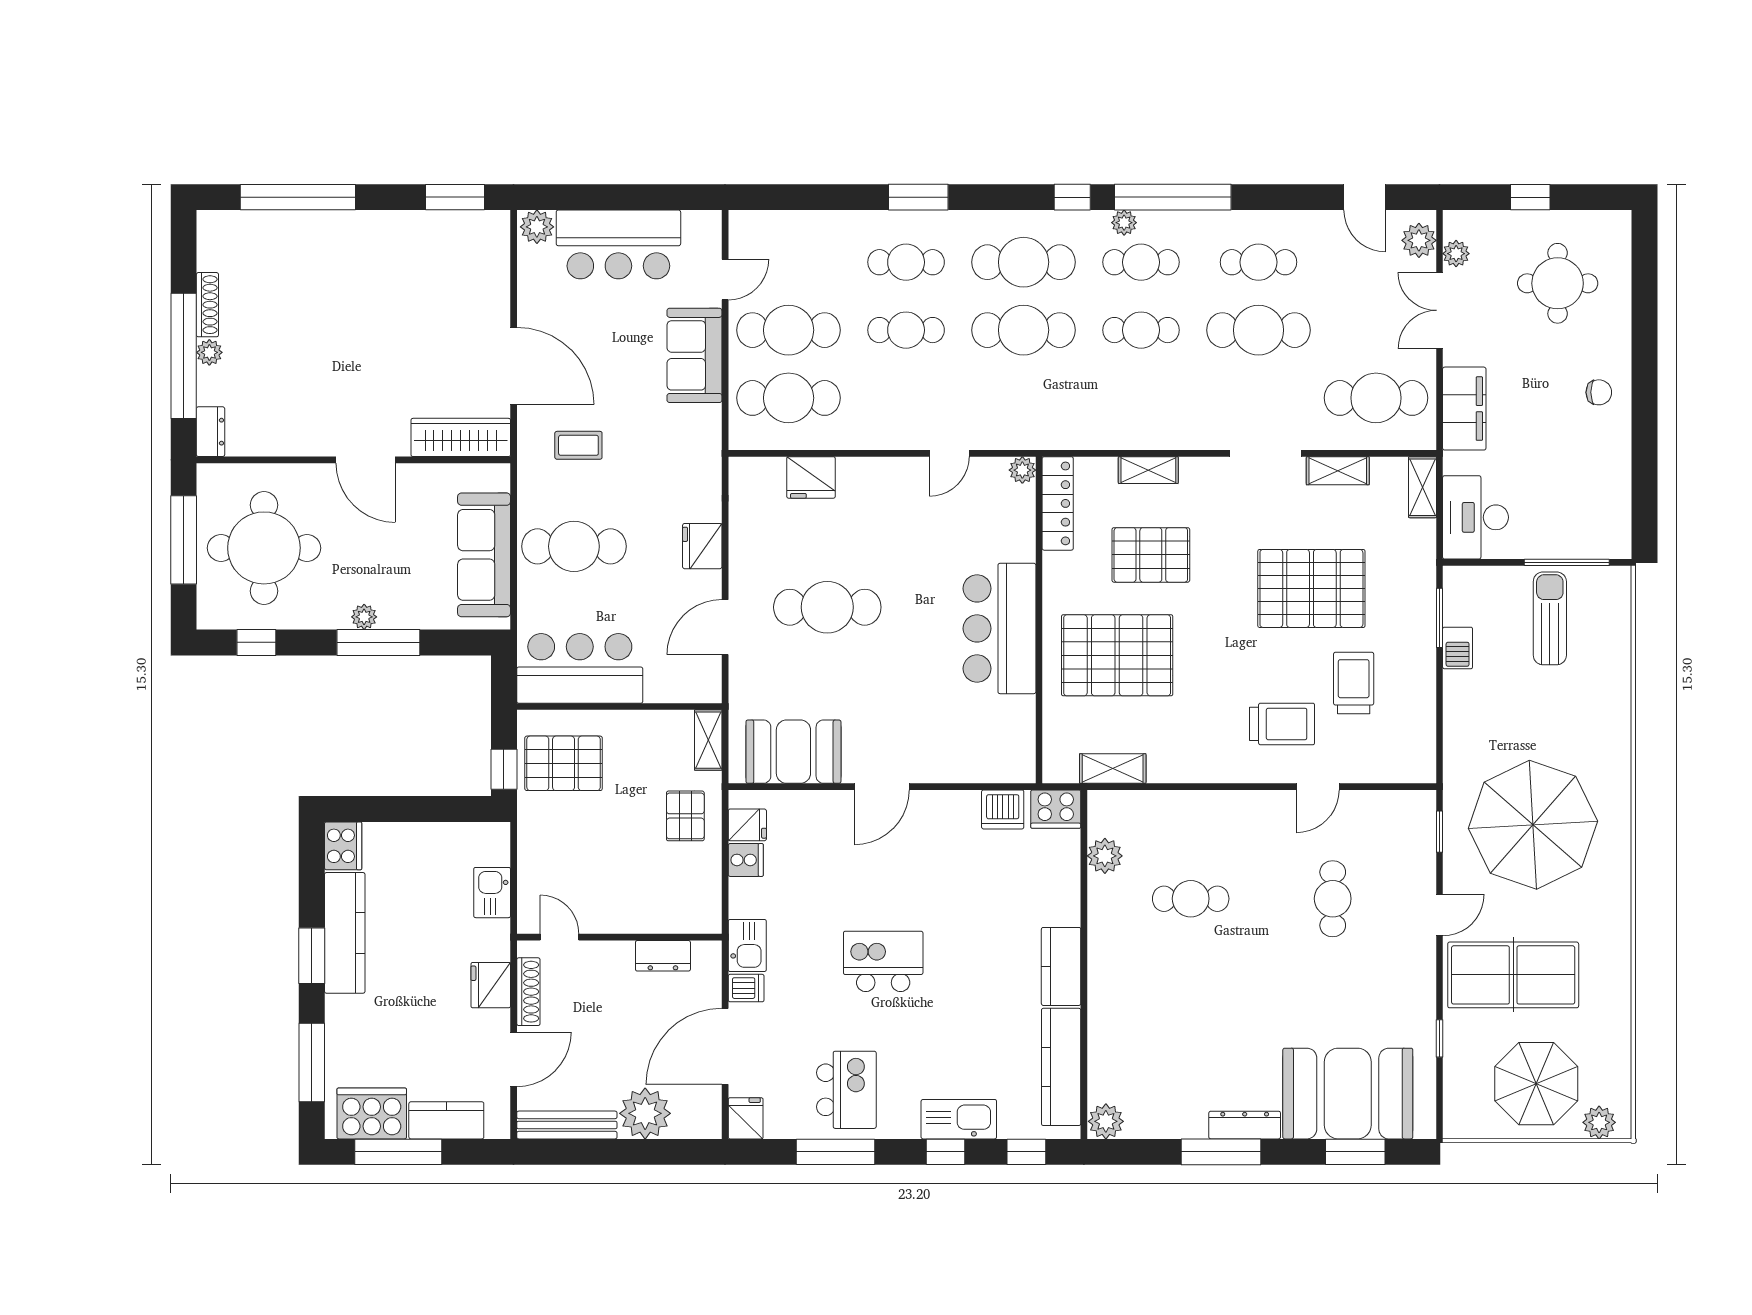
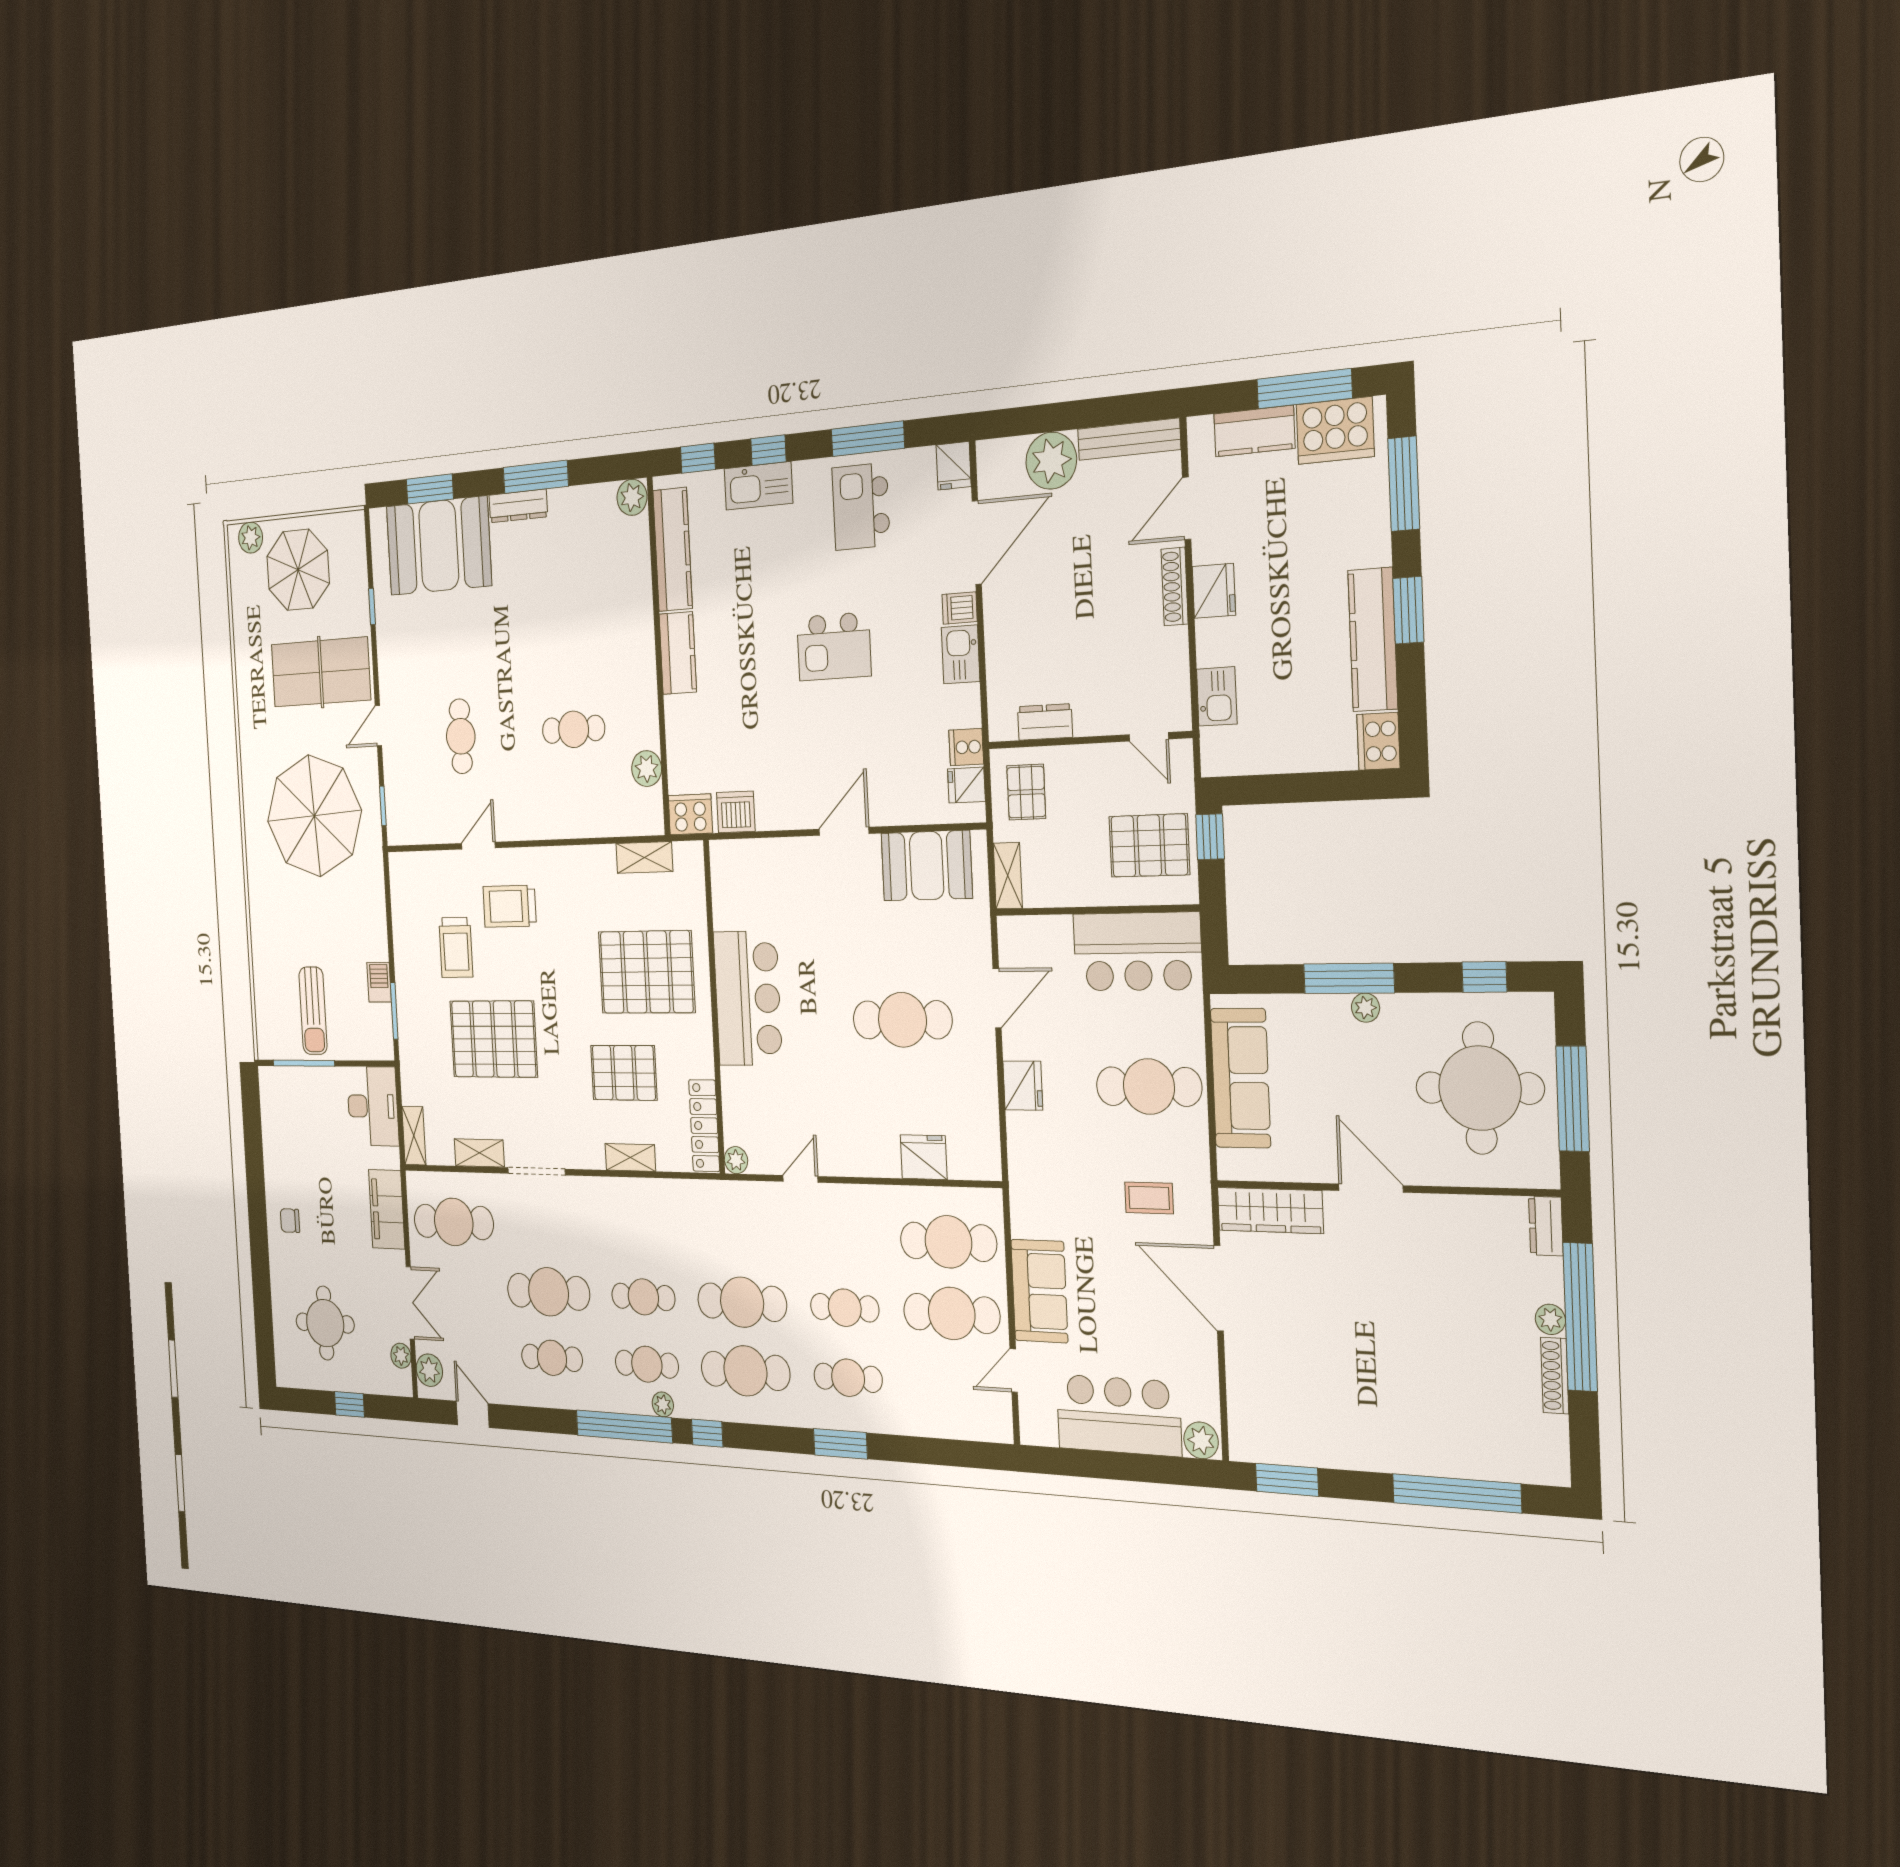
door: (560, 937) -> (1149, 737), moved
wall: (619, 937) -> (1089, 740), moved
dresser: (663, 956) -> (1045, 722), moved

